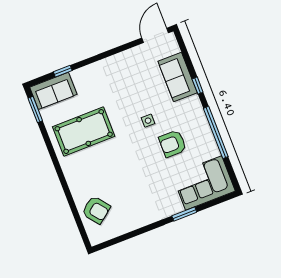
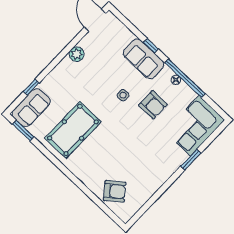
plant: (122, 60) -> (77, 54), added
sofa: (178, 77) -> (144, 59), moved
floor lamp: (206, 130) -> (176, 80), added
armchair: (173, 144) -> (153, 105), turned -90

